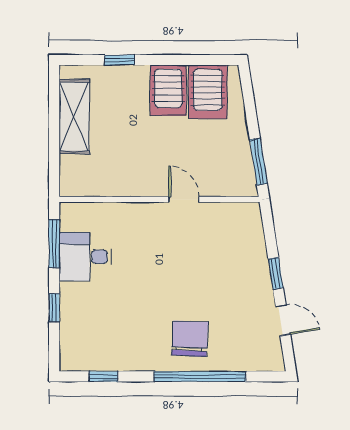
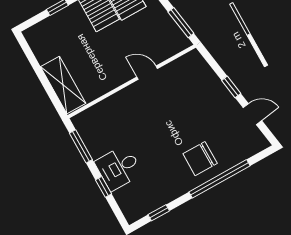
shelving: (74, 116) -> (63, 85), moved
desk: (85, 257) -> (119, 168), moved
chair: (190, 339) -> (200, 159), turned -93

